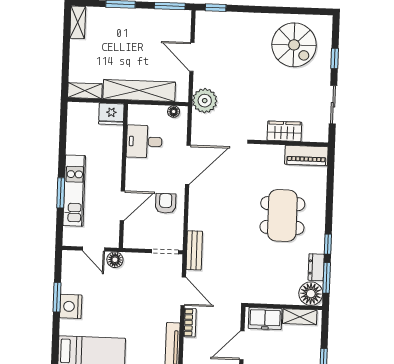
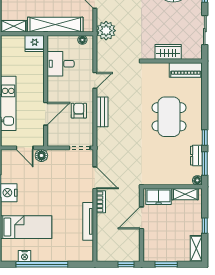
door: (188, 165) -> (95, 80), width x0.53
bench: (194, 250) -> (102, 112), moved
floor lamp: (311, 294) -> (197, 180), width x0.53, depth x0.53

